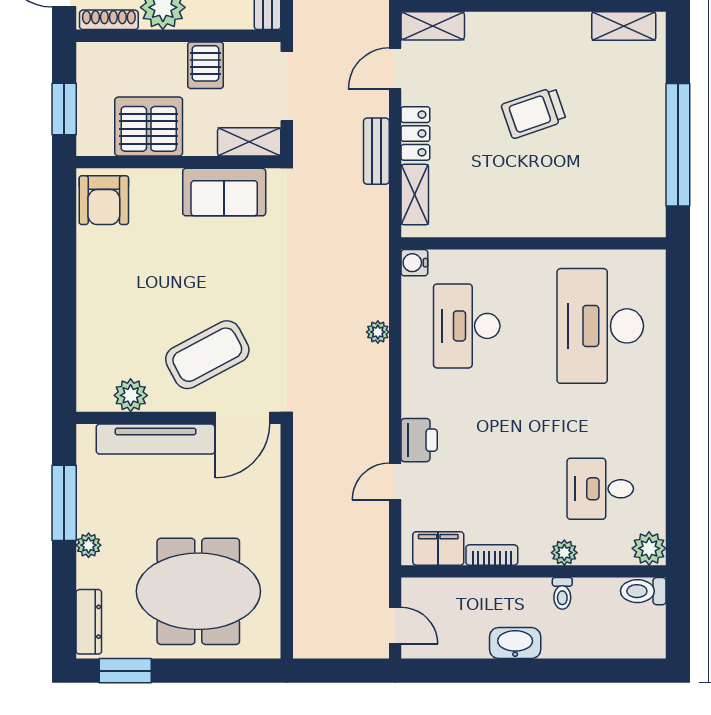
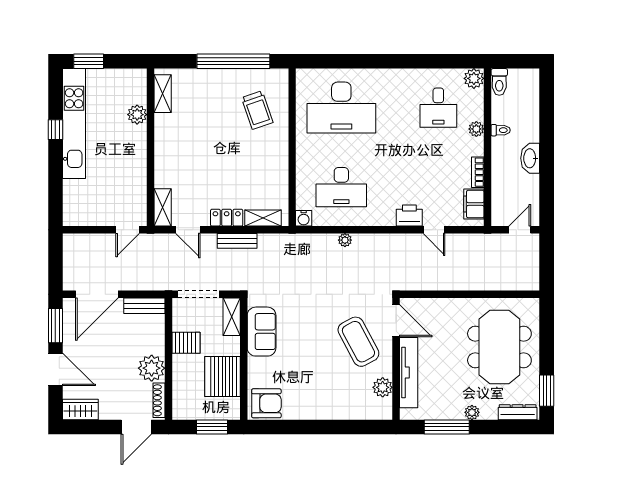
trolley: (534, 113) -> (257, 110), moved

